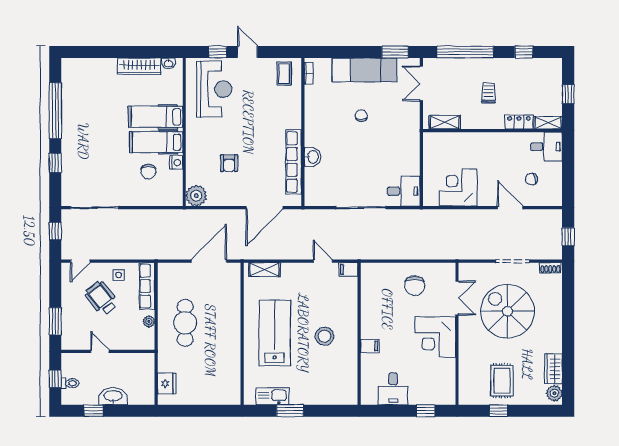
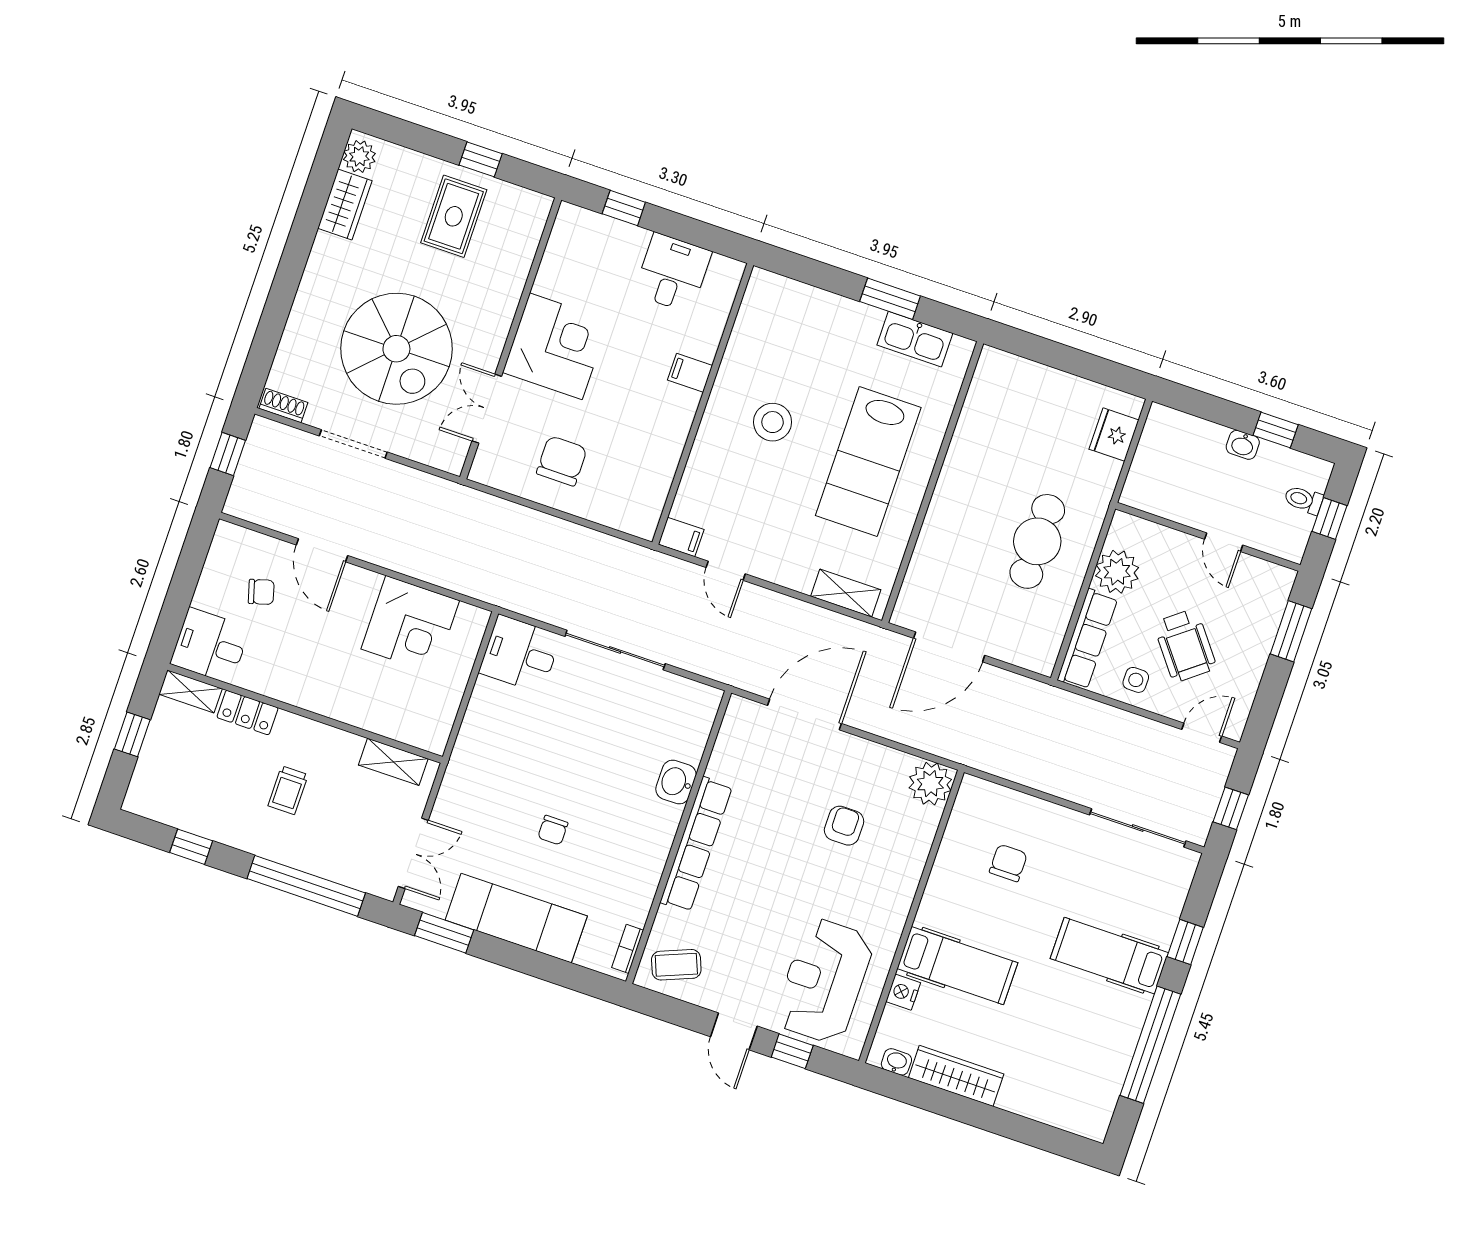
coffee table: (284, 73) -> (676, 965), turned 68
hospital bed: (156, 142) -> (1109, 956), moved, turned 180
nightstand: (176, 162) -> (903, 992), moved
row of seats: (294, 162) -> (696, 844), moved
plant: (149, 321) -> (1117, 572), width x1.87, depth x1.87
washbasin: (113, 396) -> (1243, 445), width x0.52, depth x0.69

